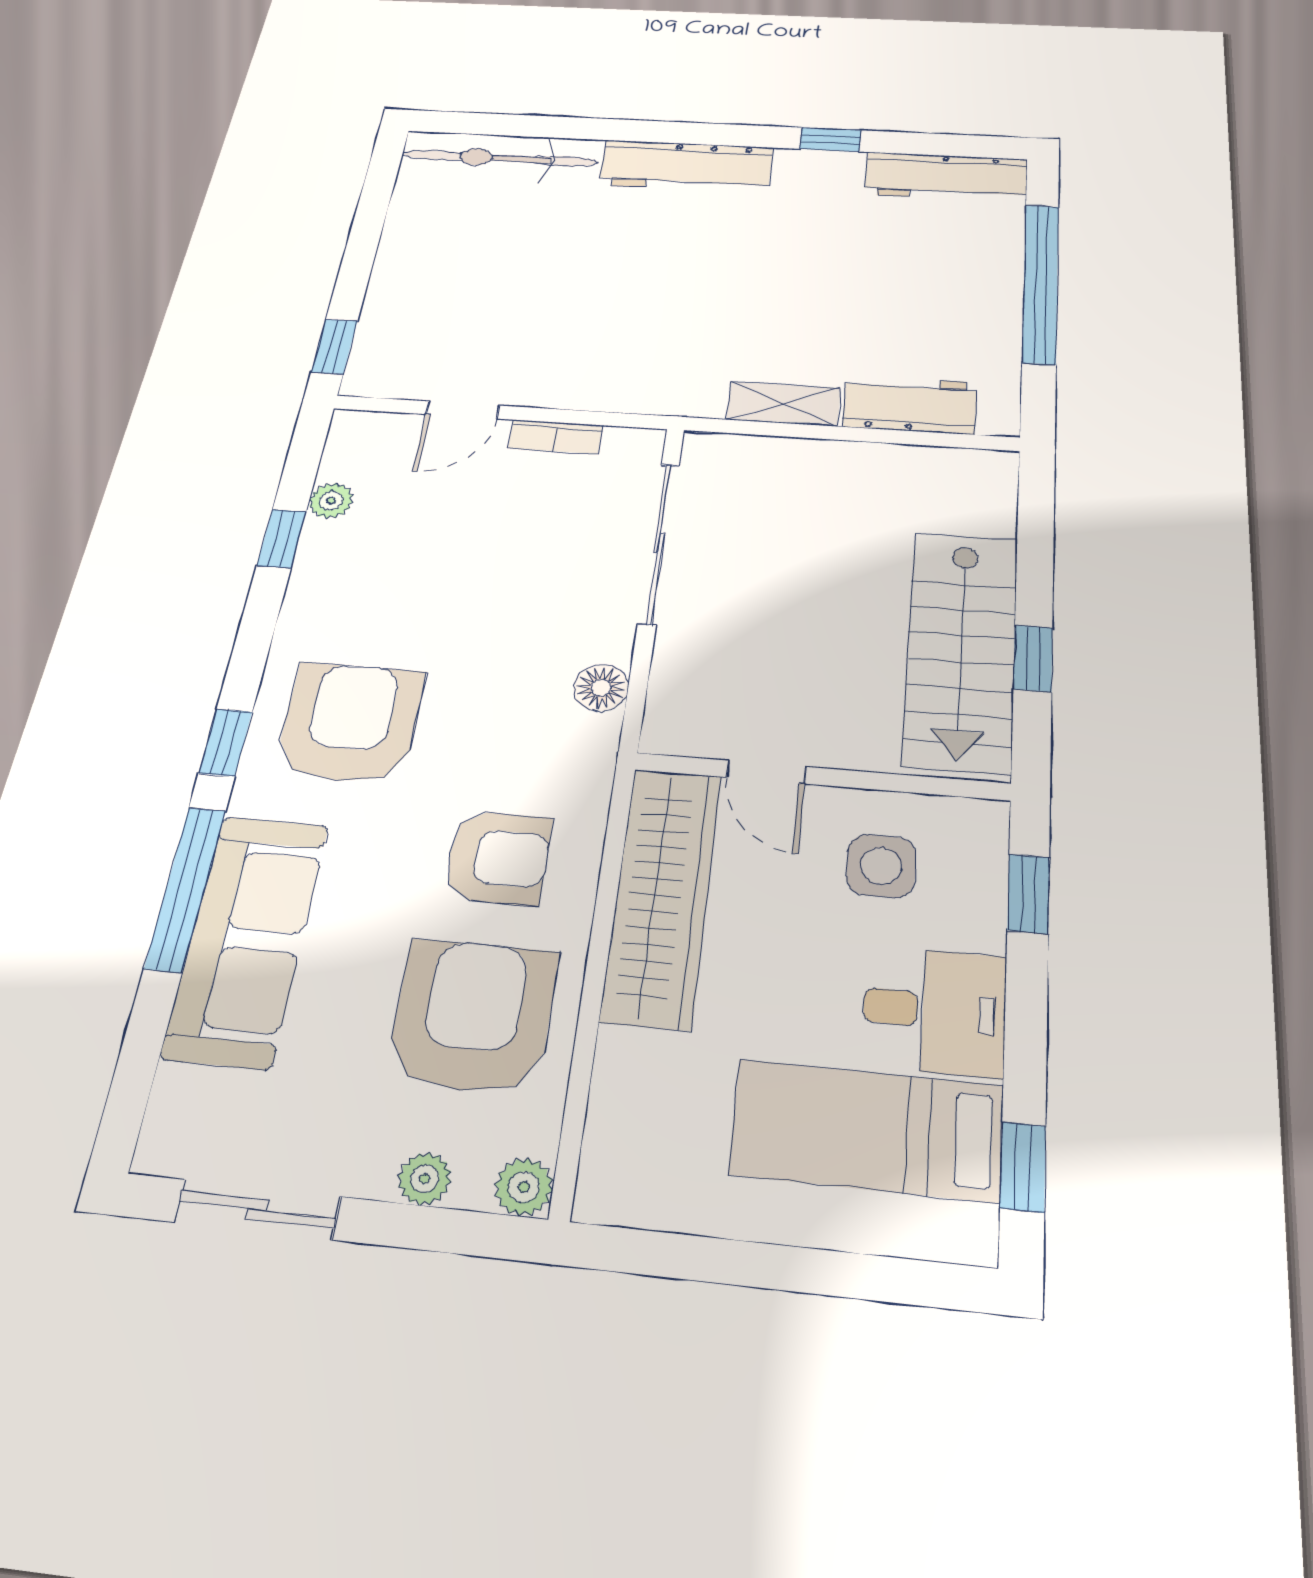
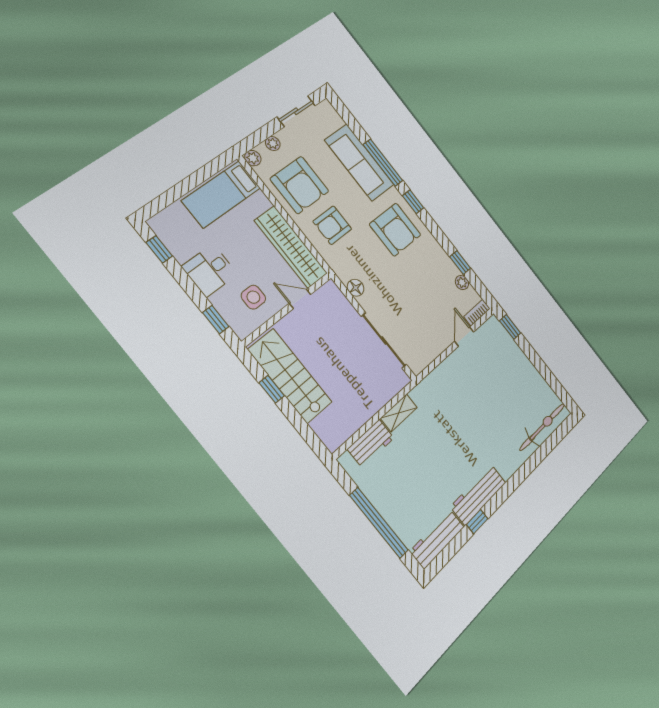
workbench: (686, 166) -> (478, 495), moved
bookcase: (556, 437) -> (477, 313), moved
bed: (867, 1130) -> (221, 194), moved, turned 180

